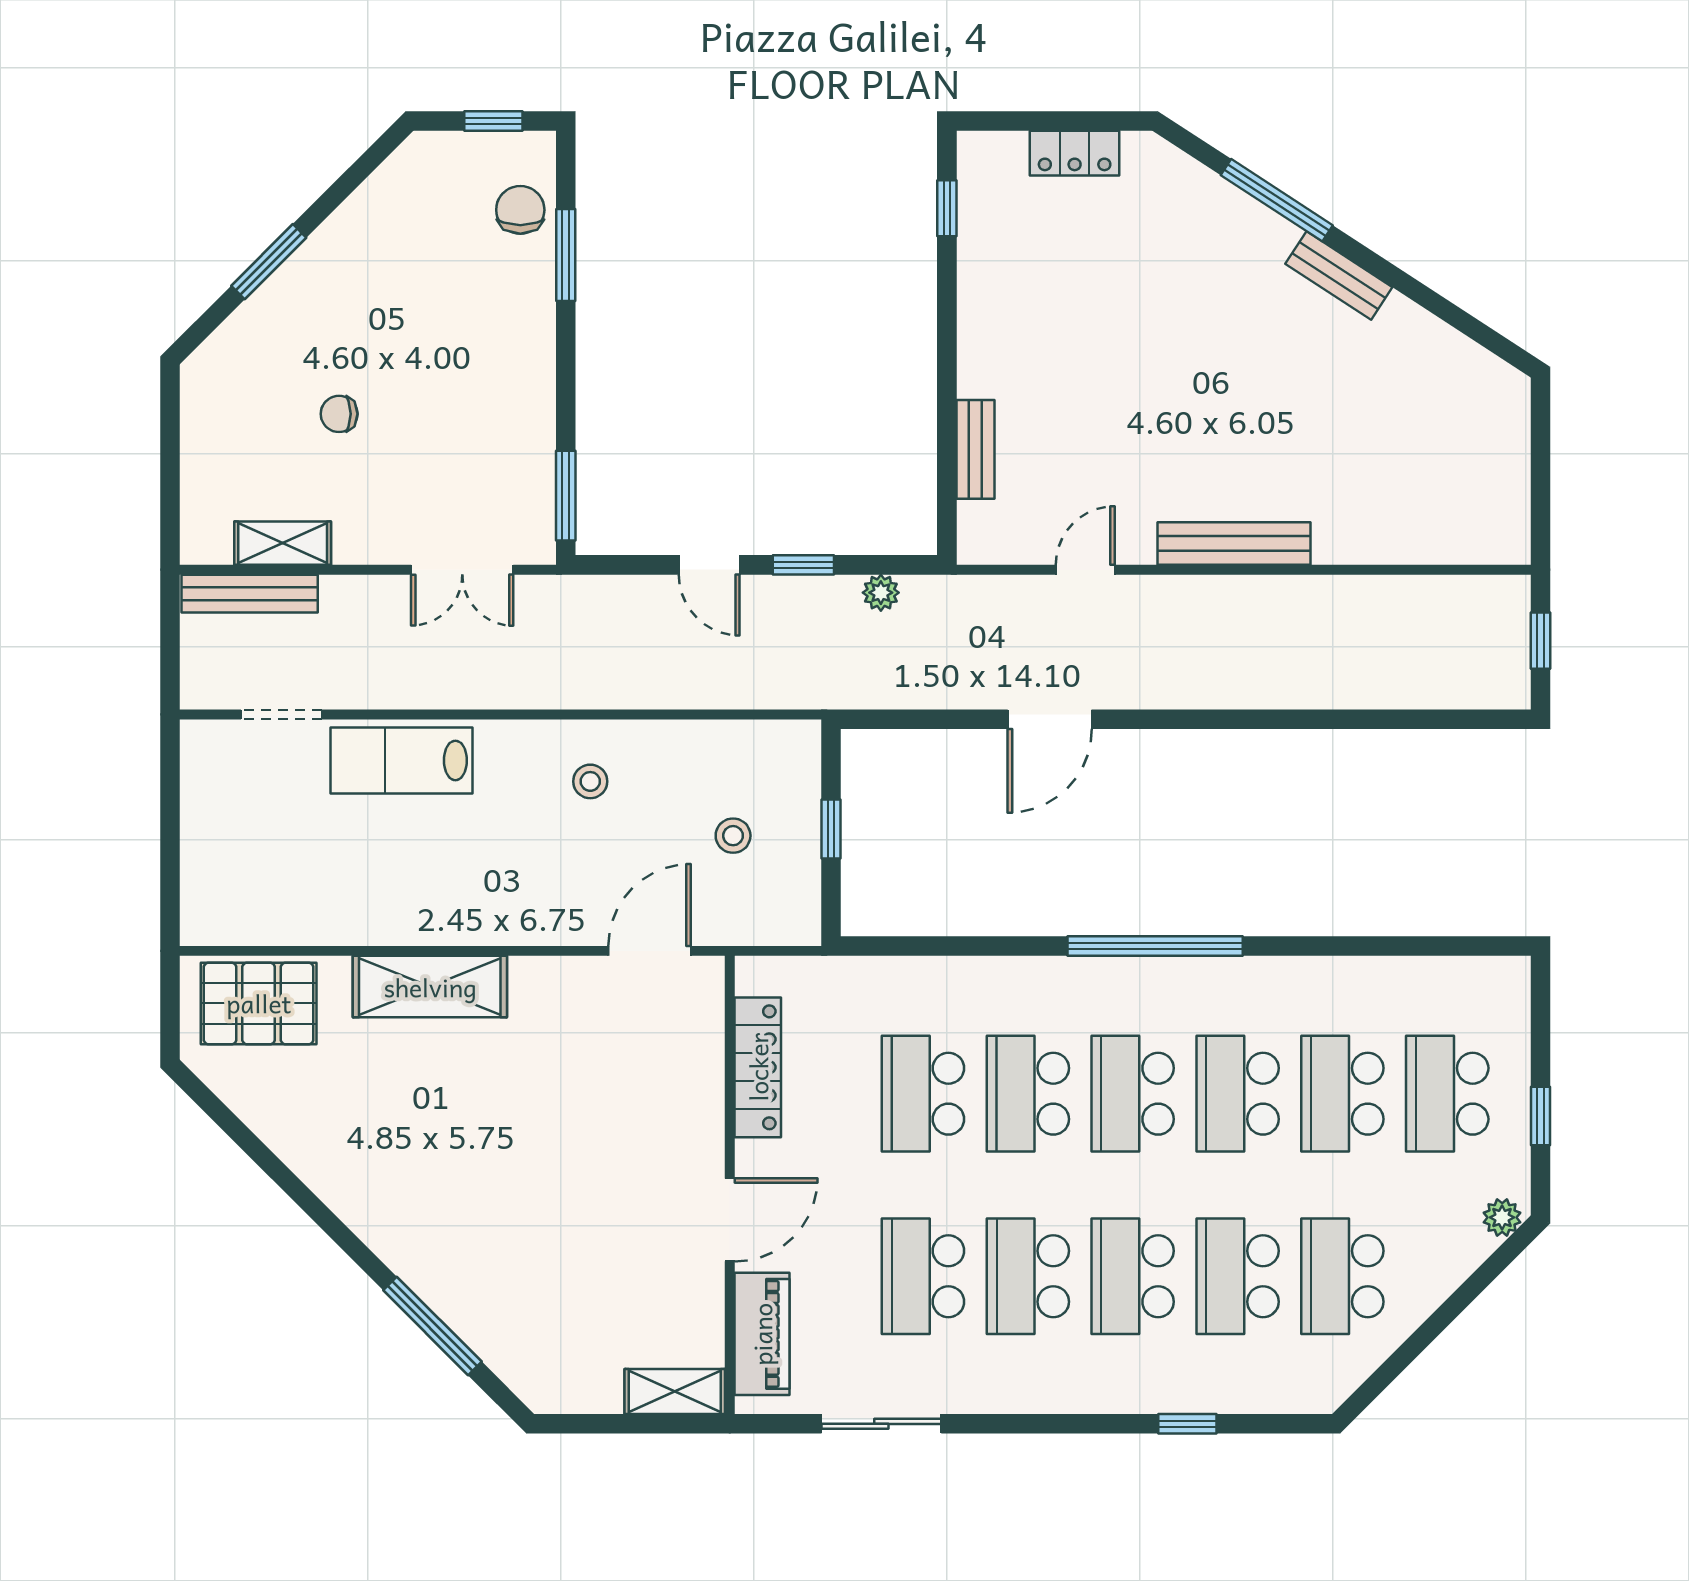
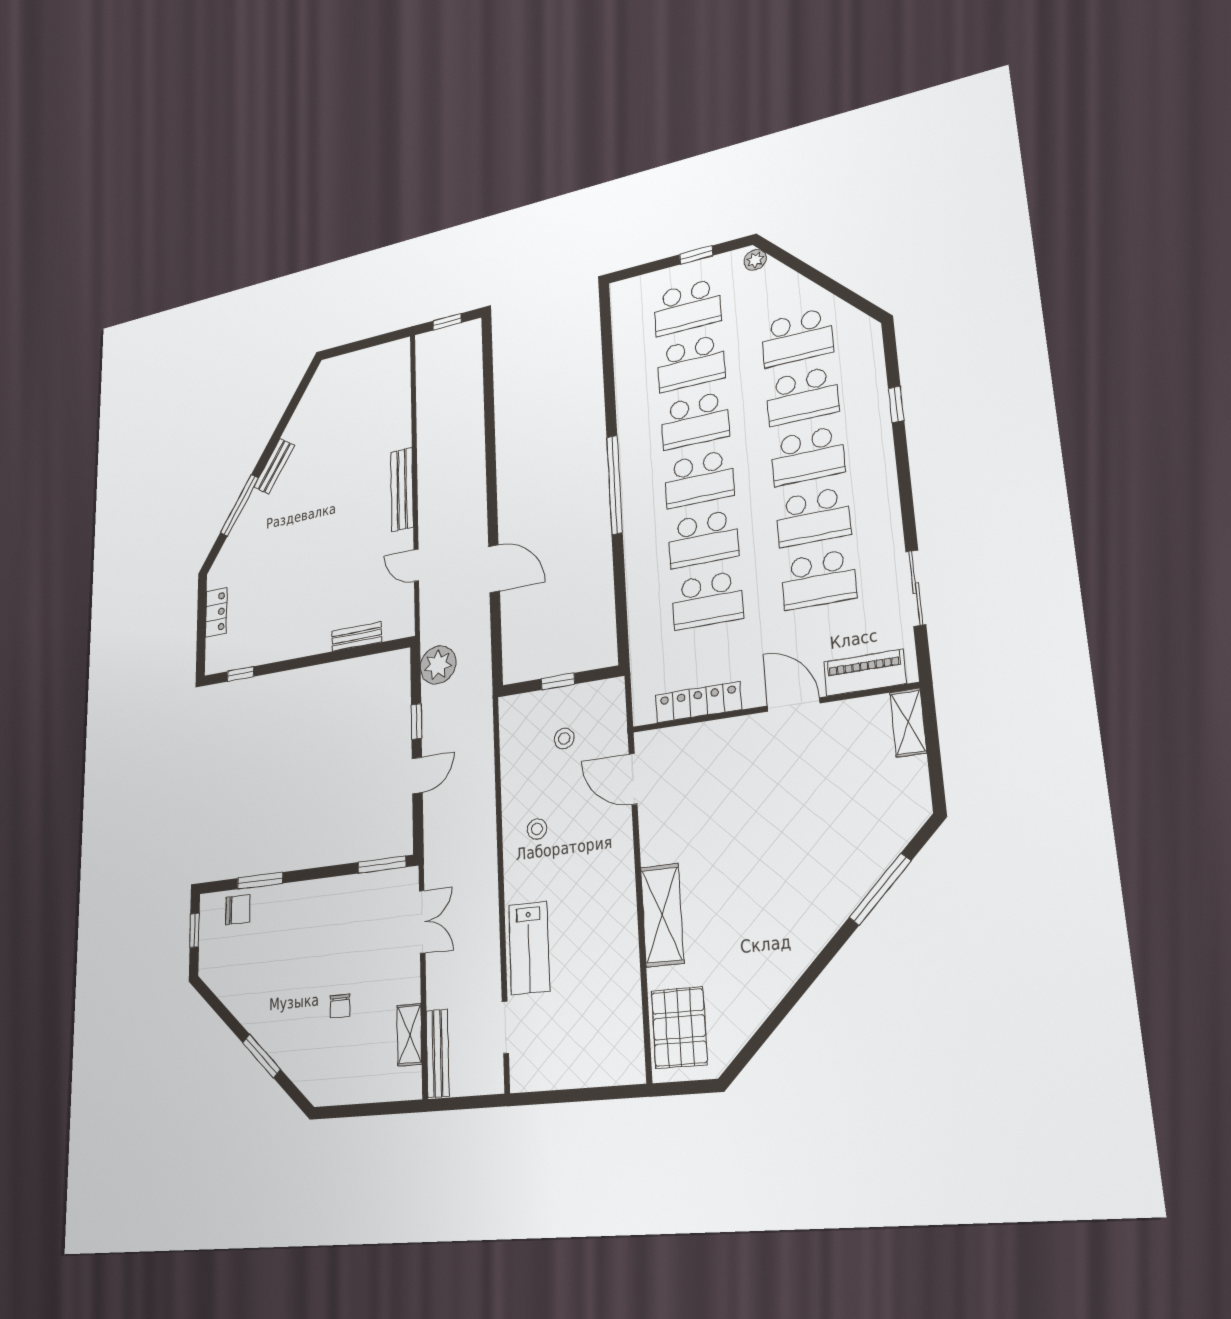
chair: (520, 210) -> (238, 910), turned 180
plant: (881, 593) -> (438, 665), width x1.87, depth x1.87

